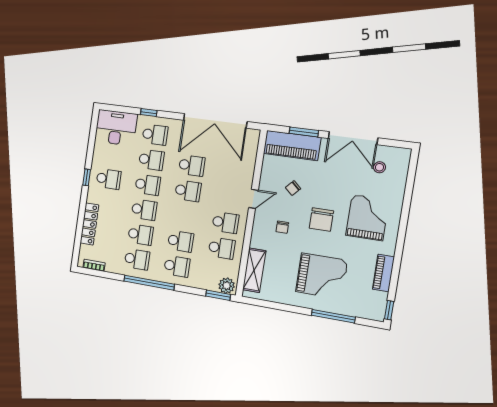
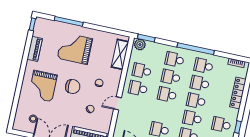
school desk: (188, 191) -> (167, 95), moved
chair: (321, 219) -> (73, 87), turned 90

